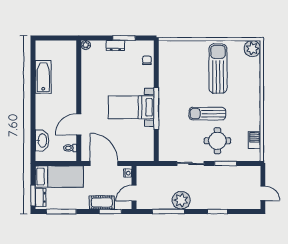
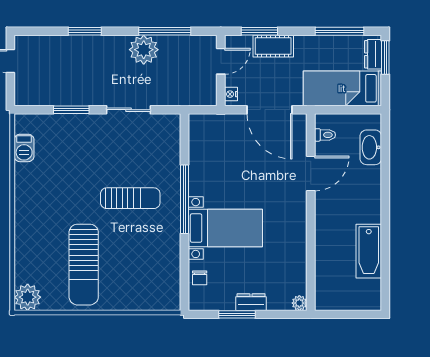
bed with nightstands: (131, 107) -> (225, 228), moved
sun lounger: (207, 114) -> (130, 198), moved
round table: (217, 141) -> (85, 147), removed

